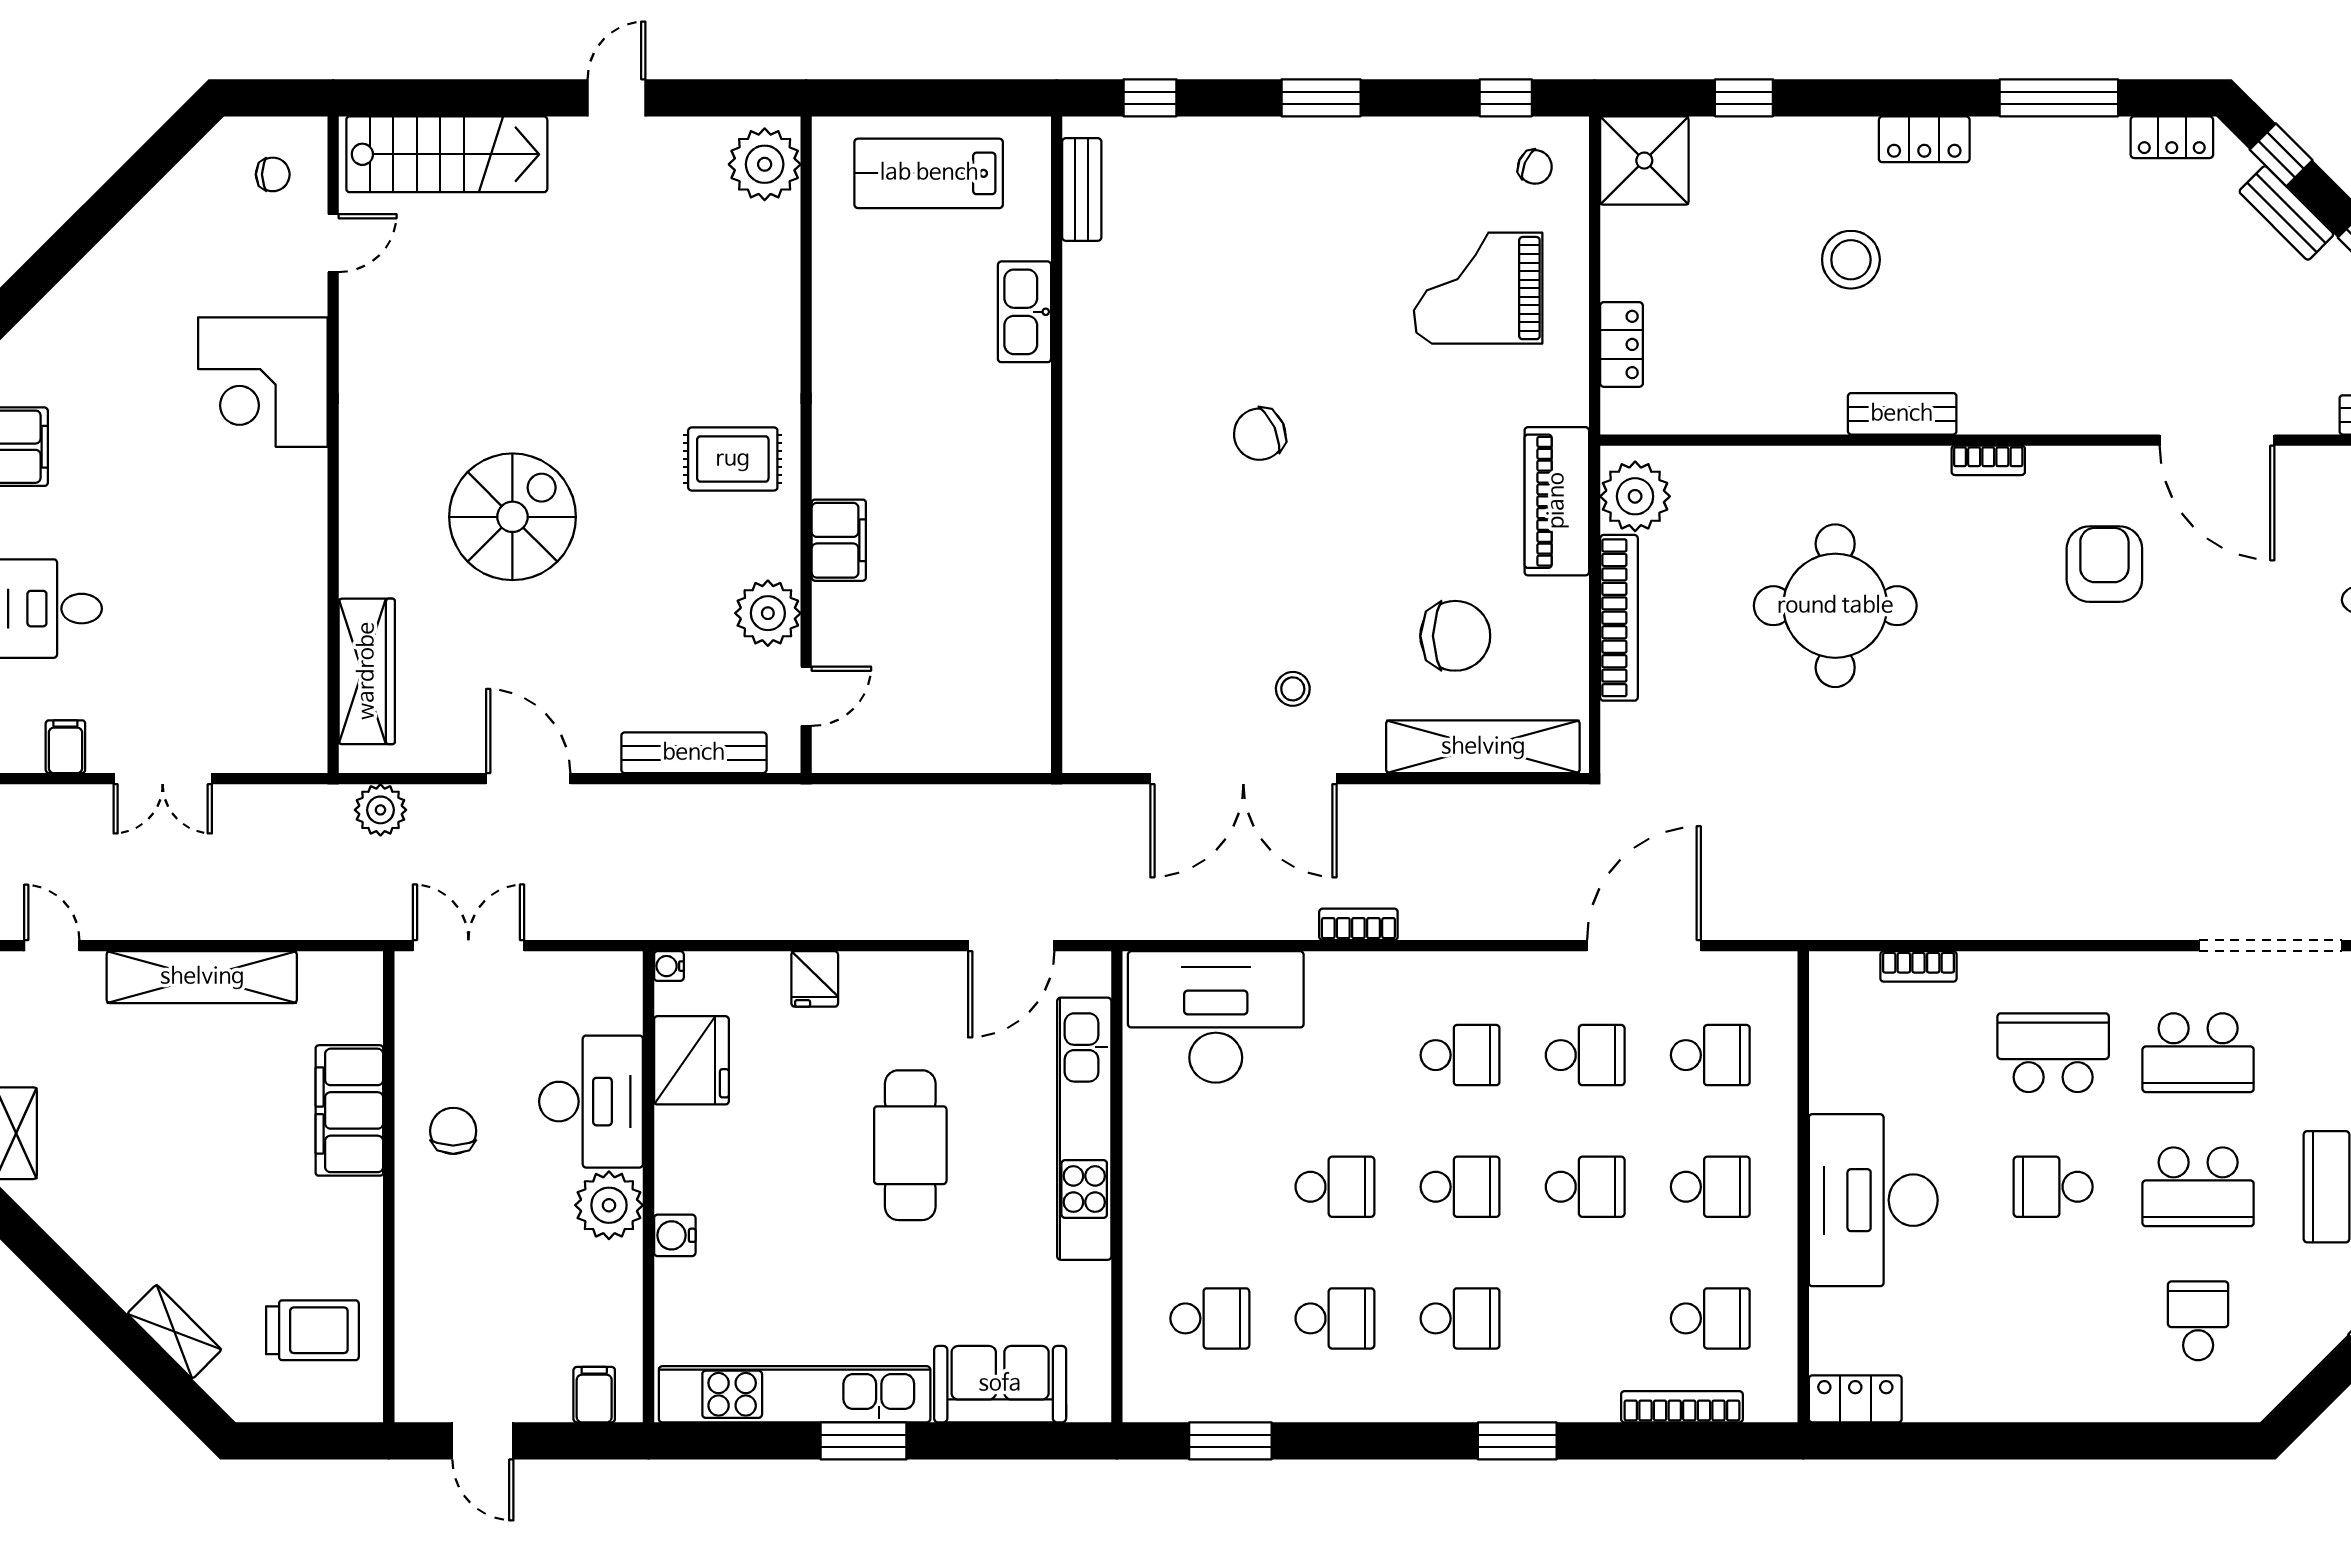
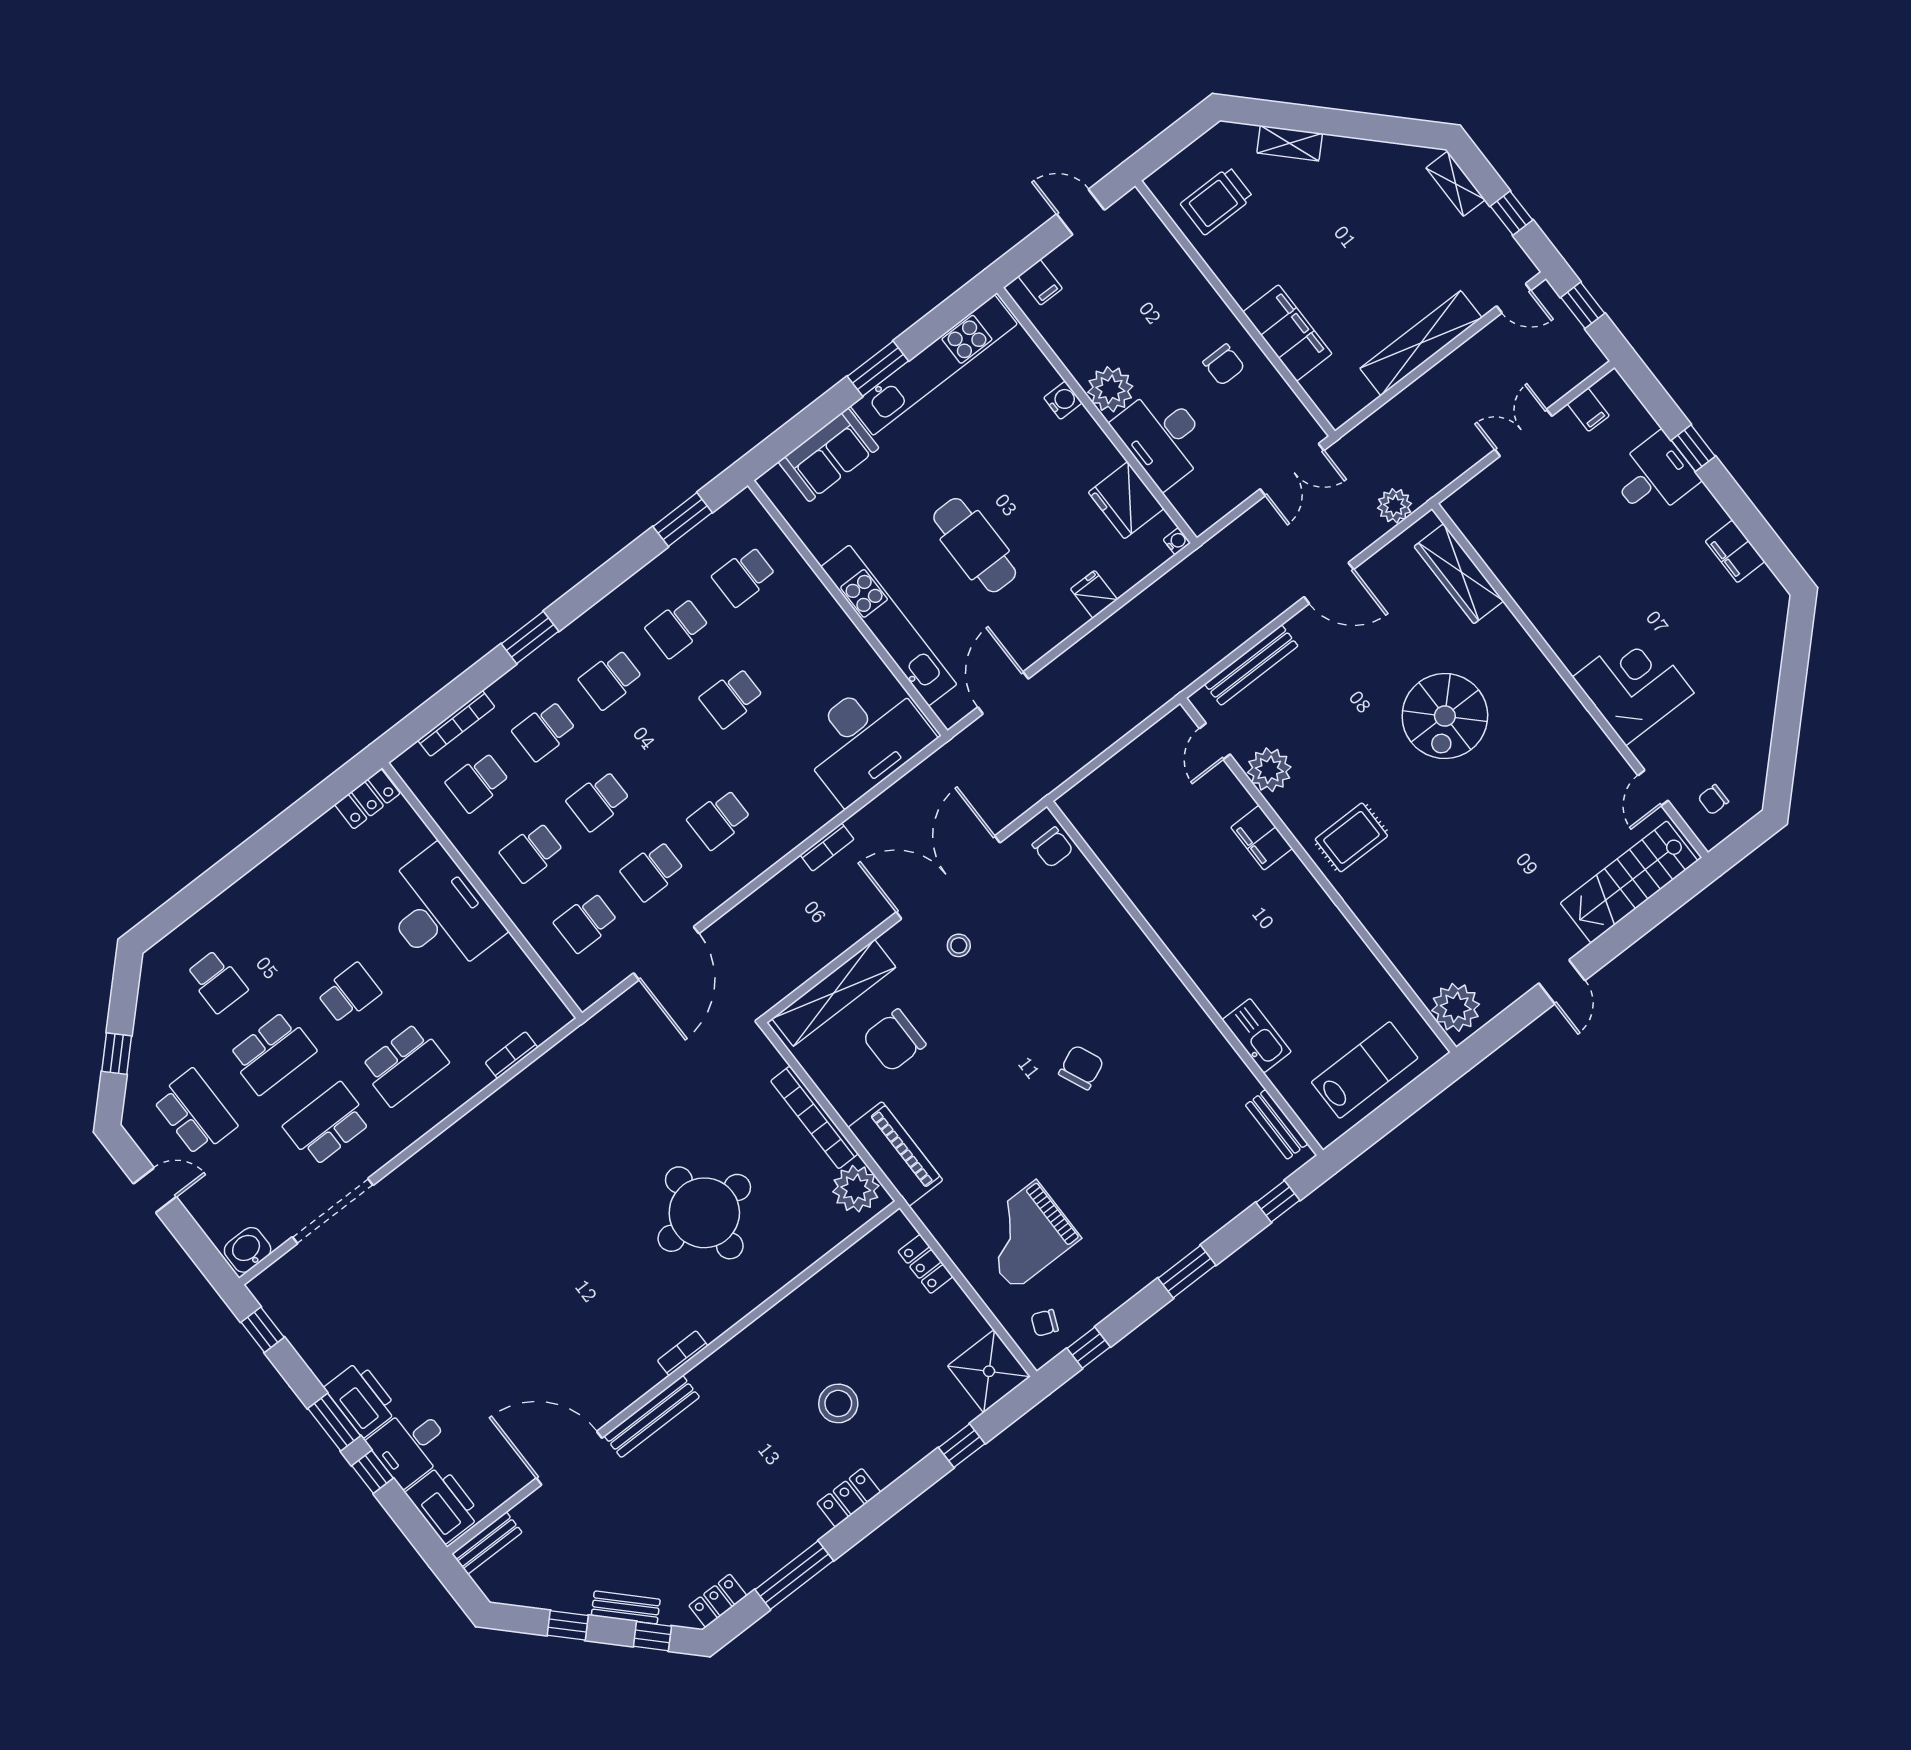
grand piano: (1478, 288) -> (1025, 1235), turned 180
bench: (1902, 414) -> (652, 1417), moved, width x1.36
armchair: (2104, 564) -> (578, 1346), removed
chair: (1093, 719) -> (1053, 847), added
school desk: (1460, 1187) -> (544, 731), moved
school desk: (2198, 1187) -> (272, 1053), turned 180

